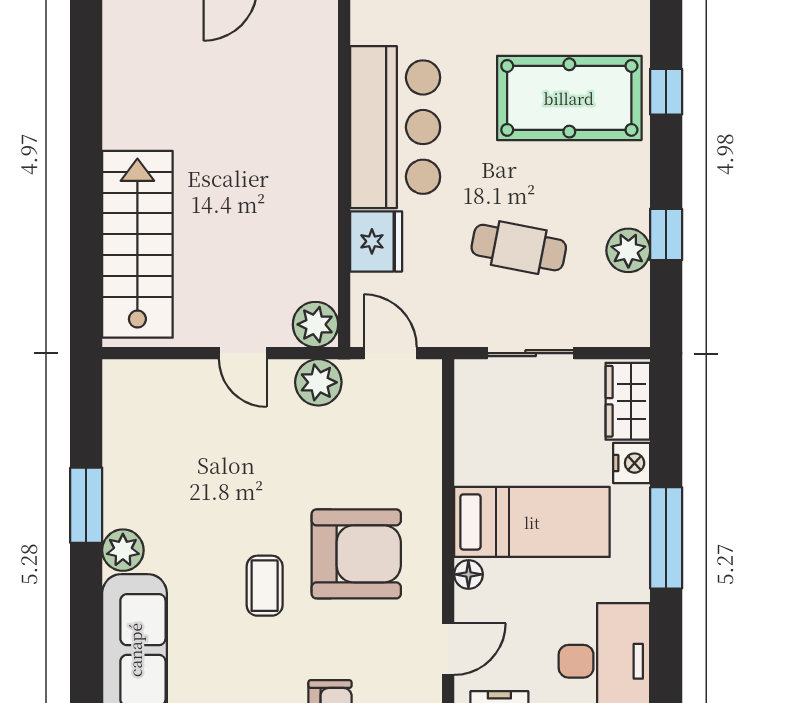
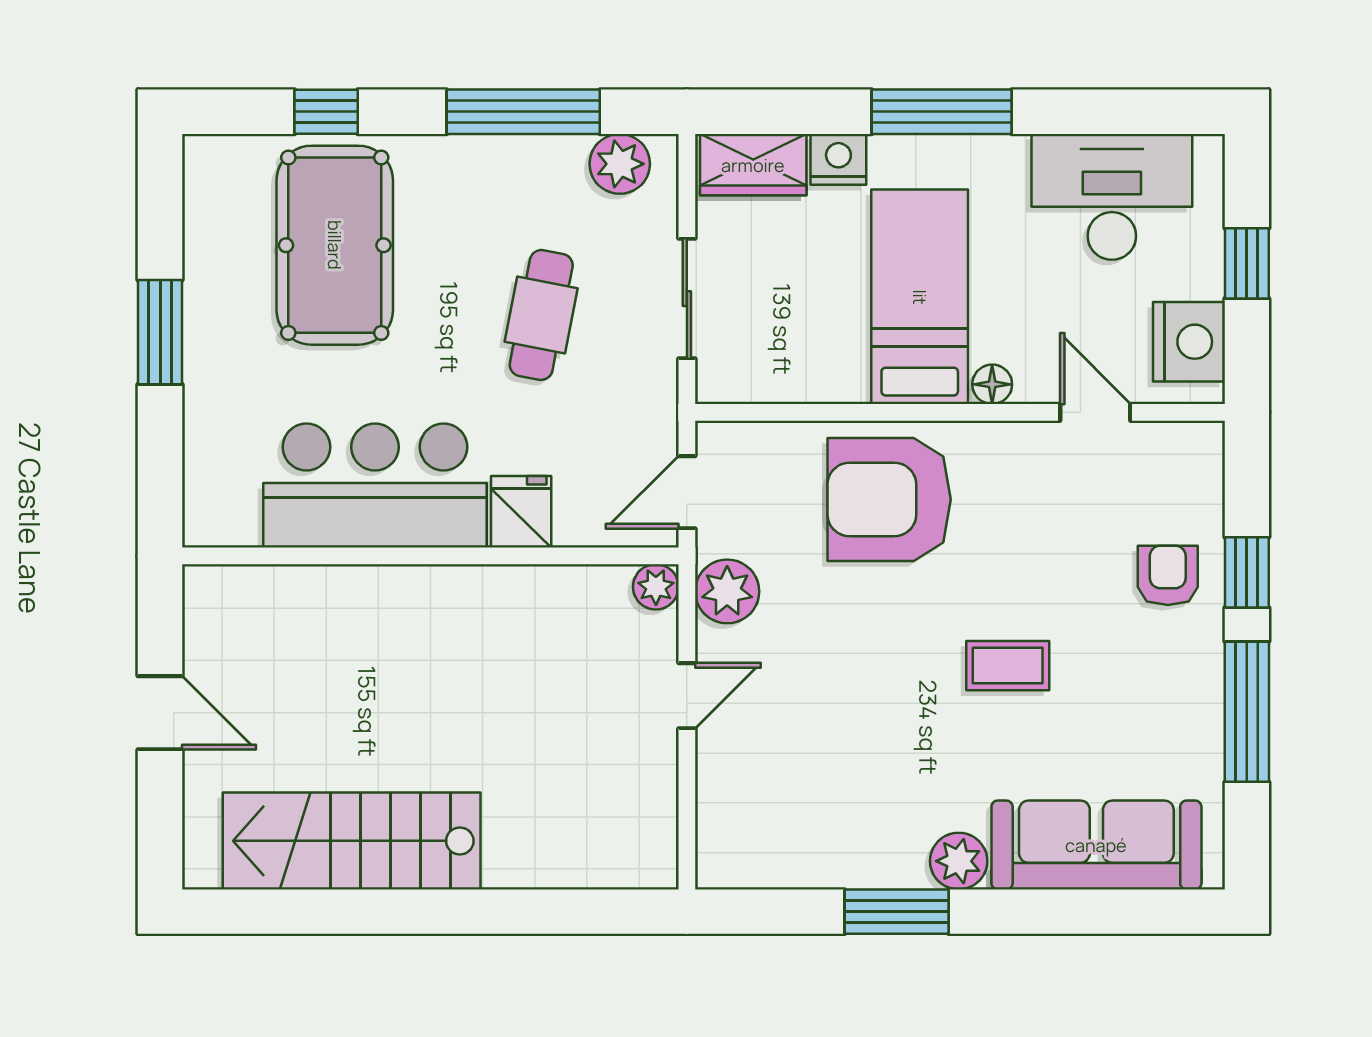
window: (666, 235) -> (523, 112), width x2.17
fridge: (376, 241) -> (521, 512), width x0.72
stairs: (137, 244) -> (352, 841), moved
plant: (628, 250) -> (620, 164), moved
plant: (315, 324) -> (656, 587), width x0.73, depth x0.73
armchair: (356, 554) -> (889, 499), moved, turned -90

